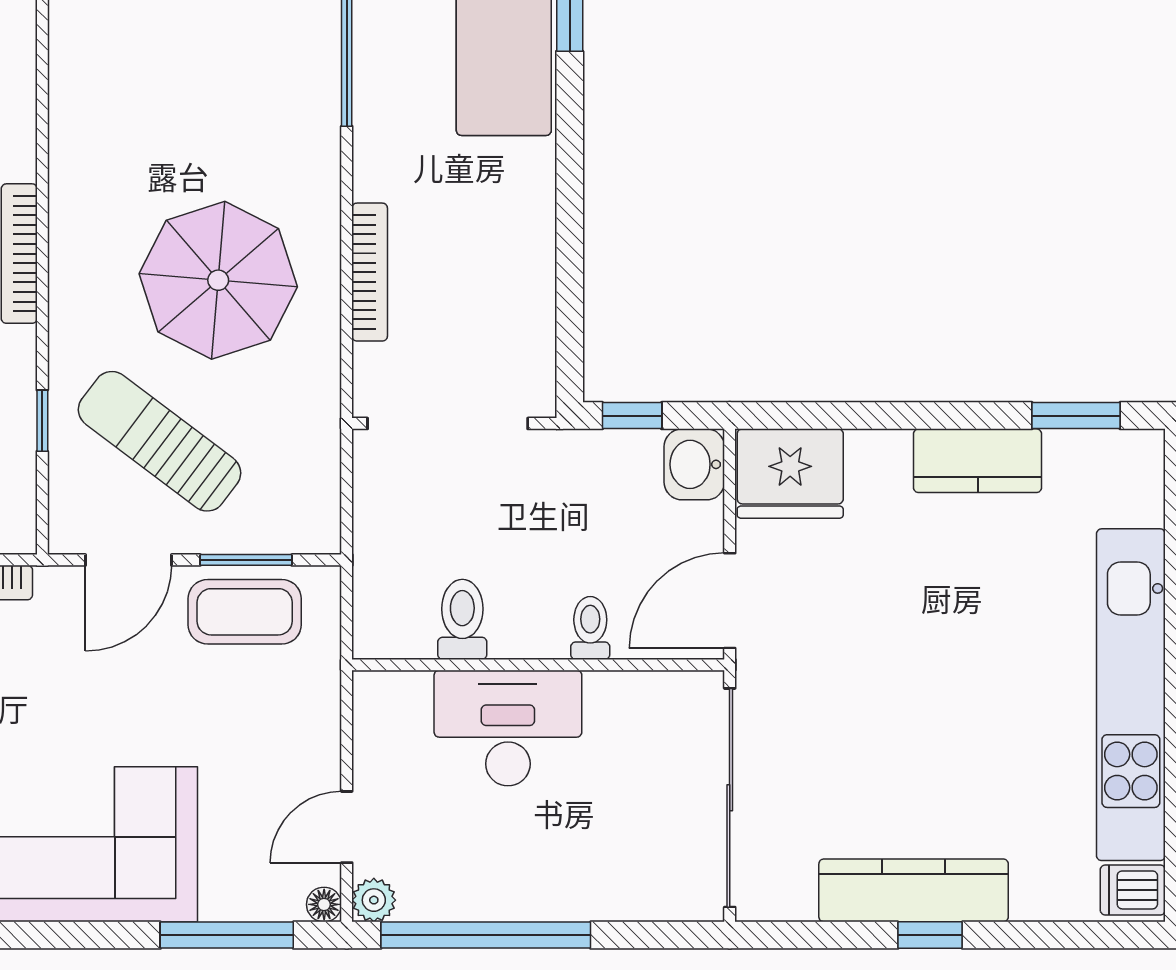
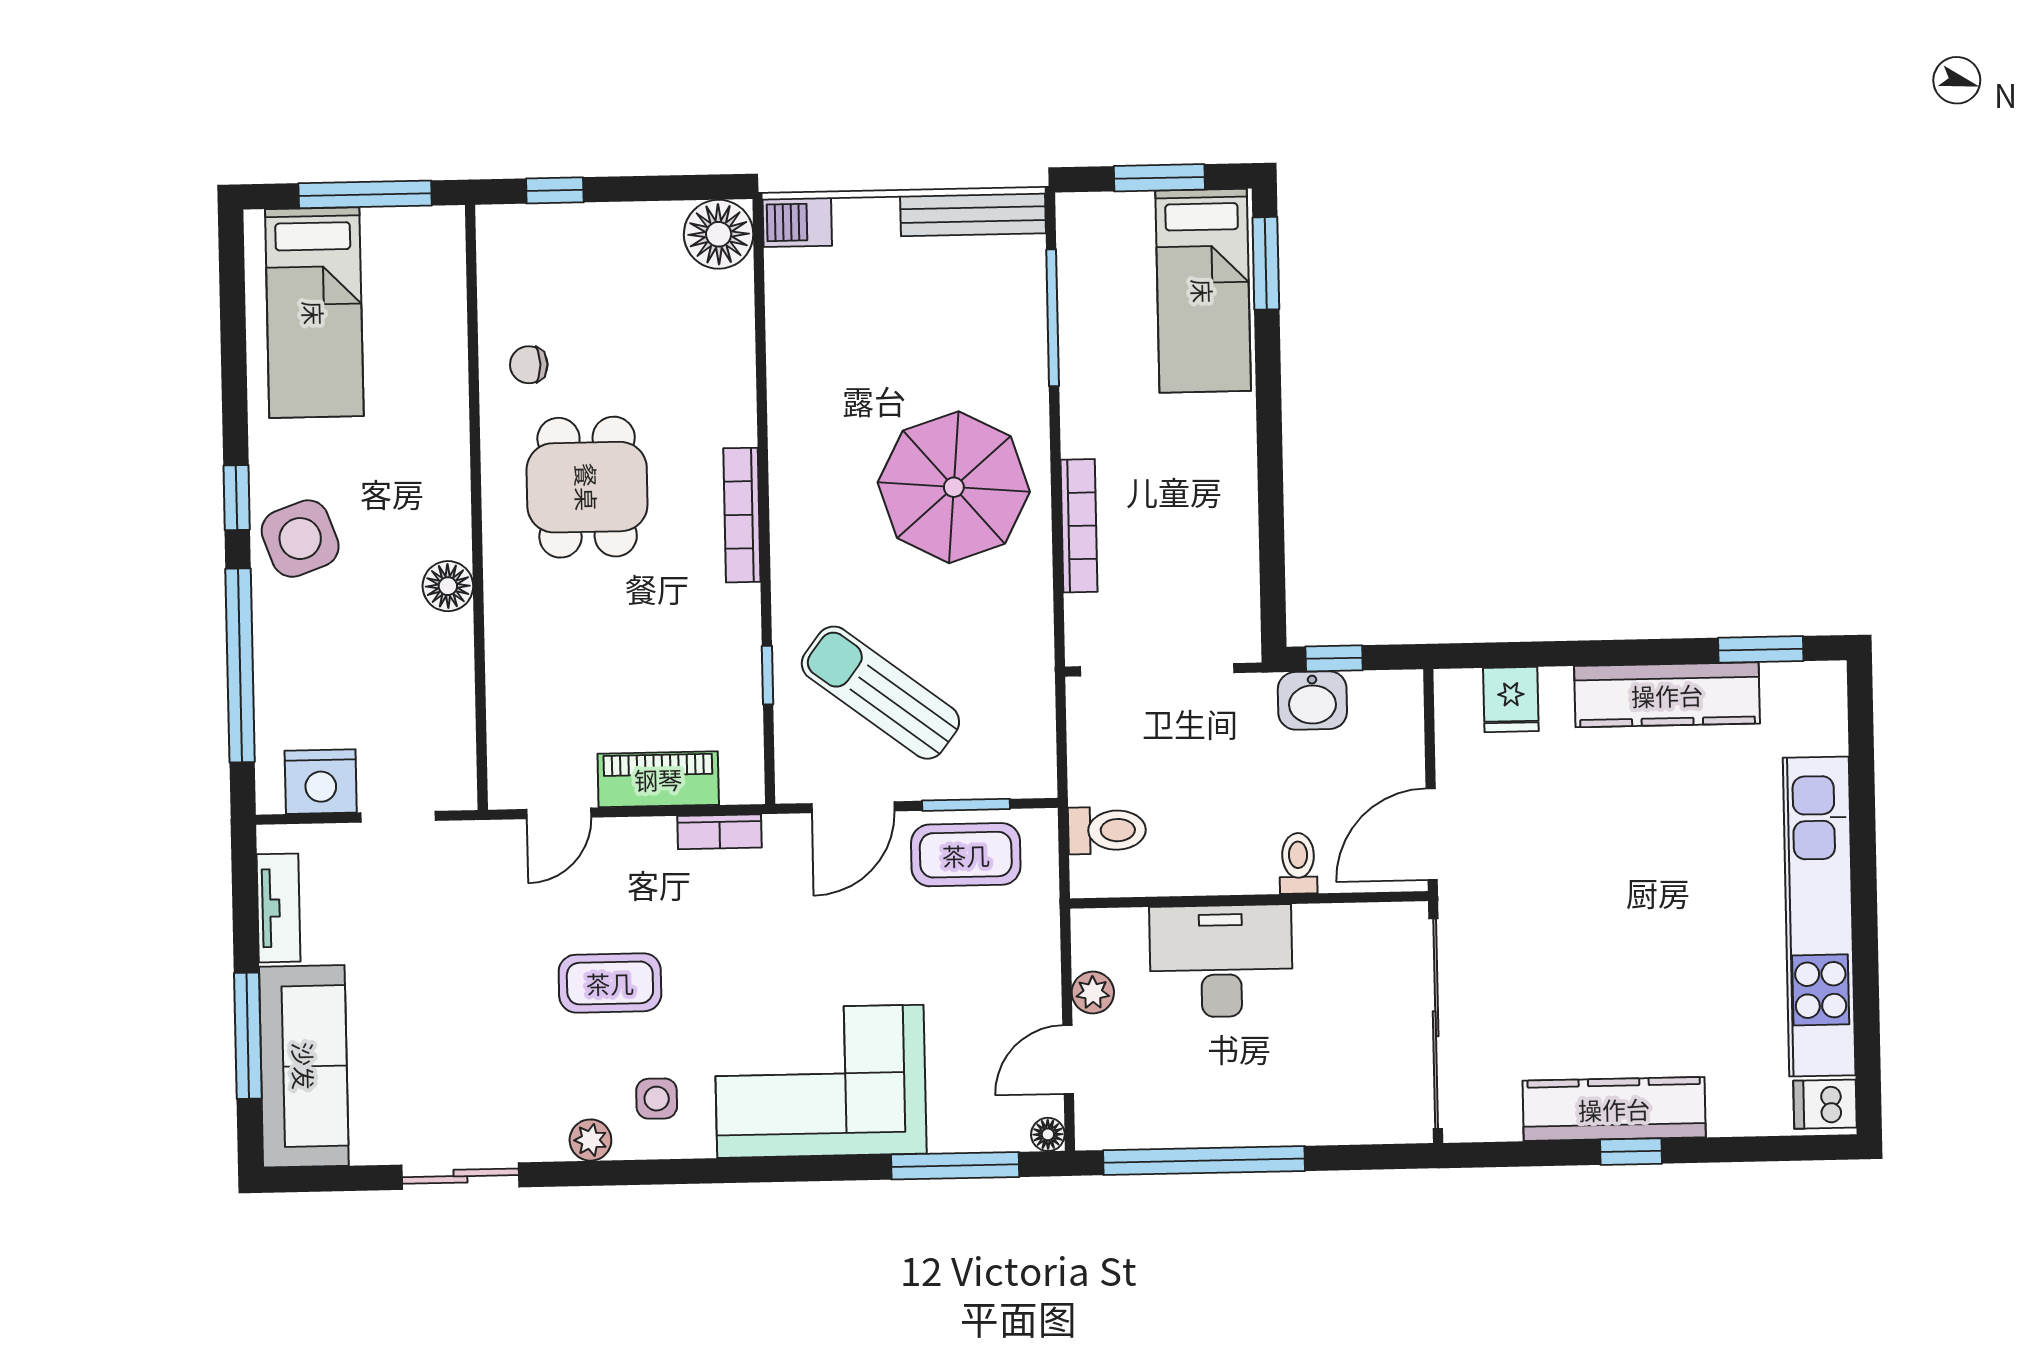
parasol: (218, 280) -> (954, 487), moved
kitchen counter: (978, 461) -> (1667, 695), width x1.50
washbasin: (694, 464) -> (1312, 700), moved, turned -90
fridge: (790, 474) -> (1511, 699), width x0.53, depth x0.75
toilet: (462, 619) -> (1107, 830), moved, turned 90
plant: (374, 900) -> (1093, 993), moved

